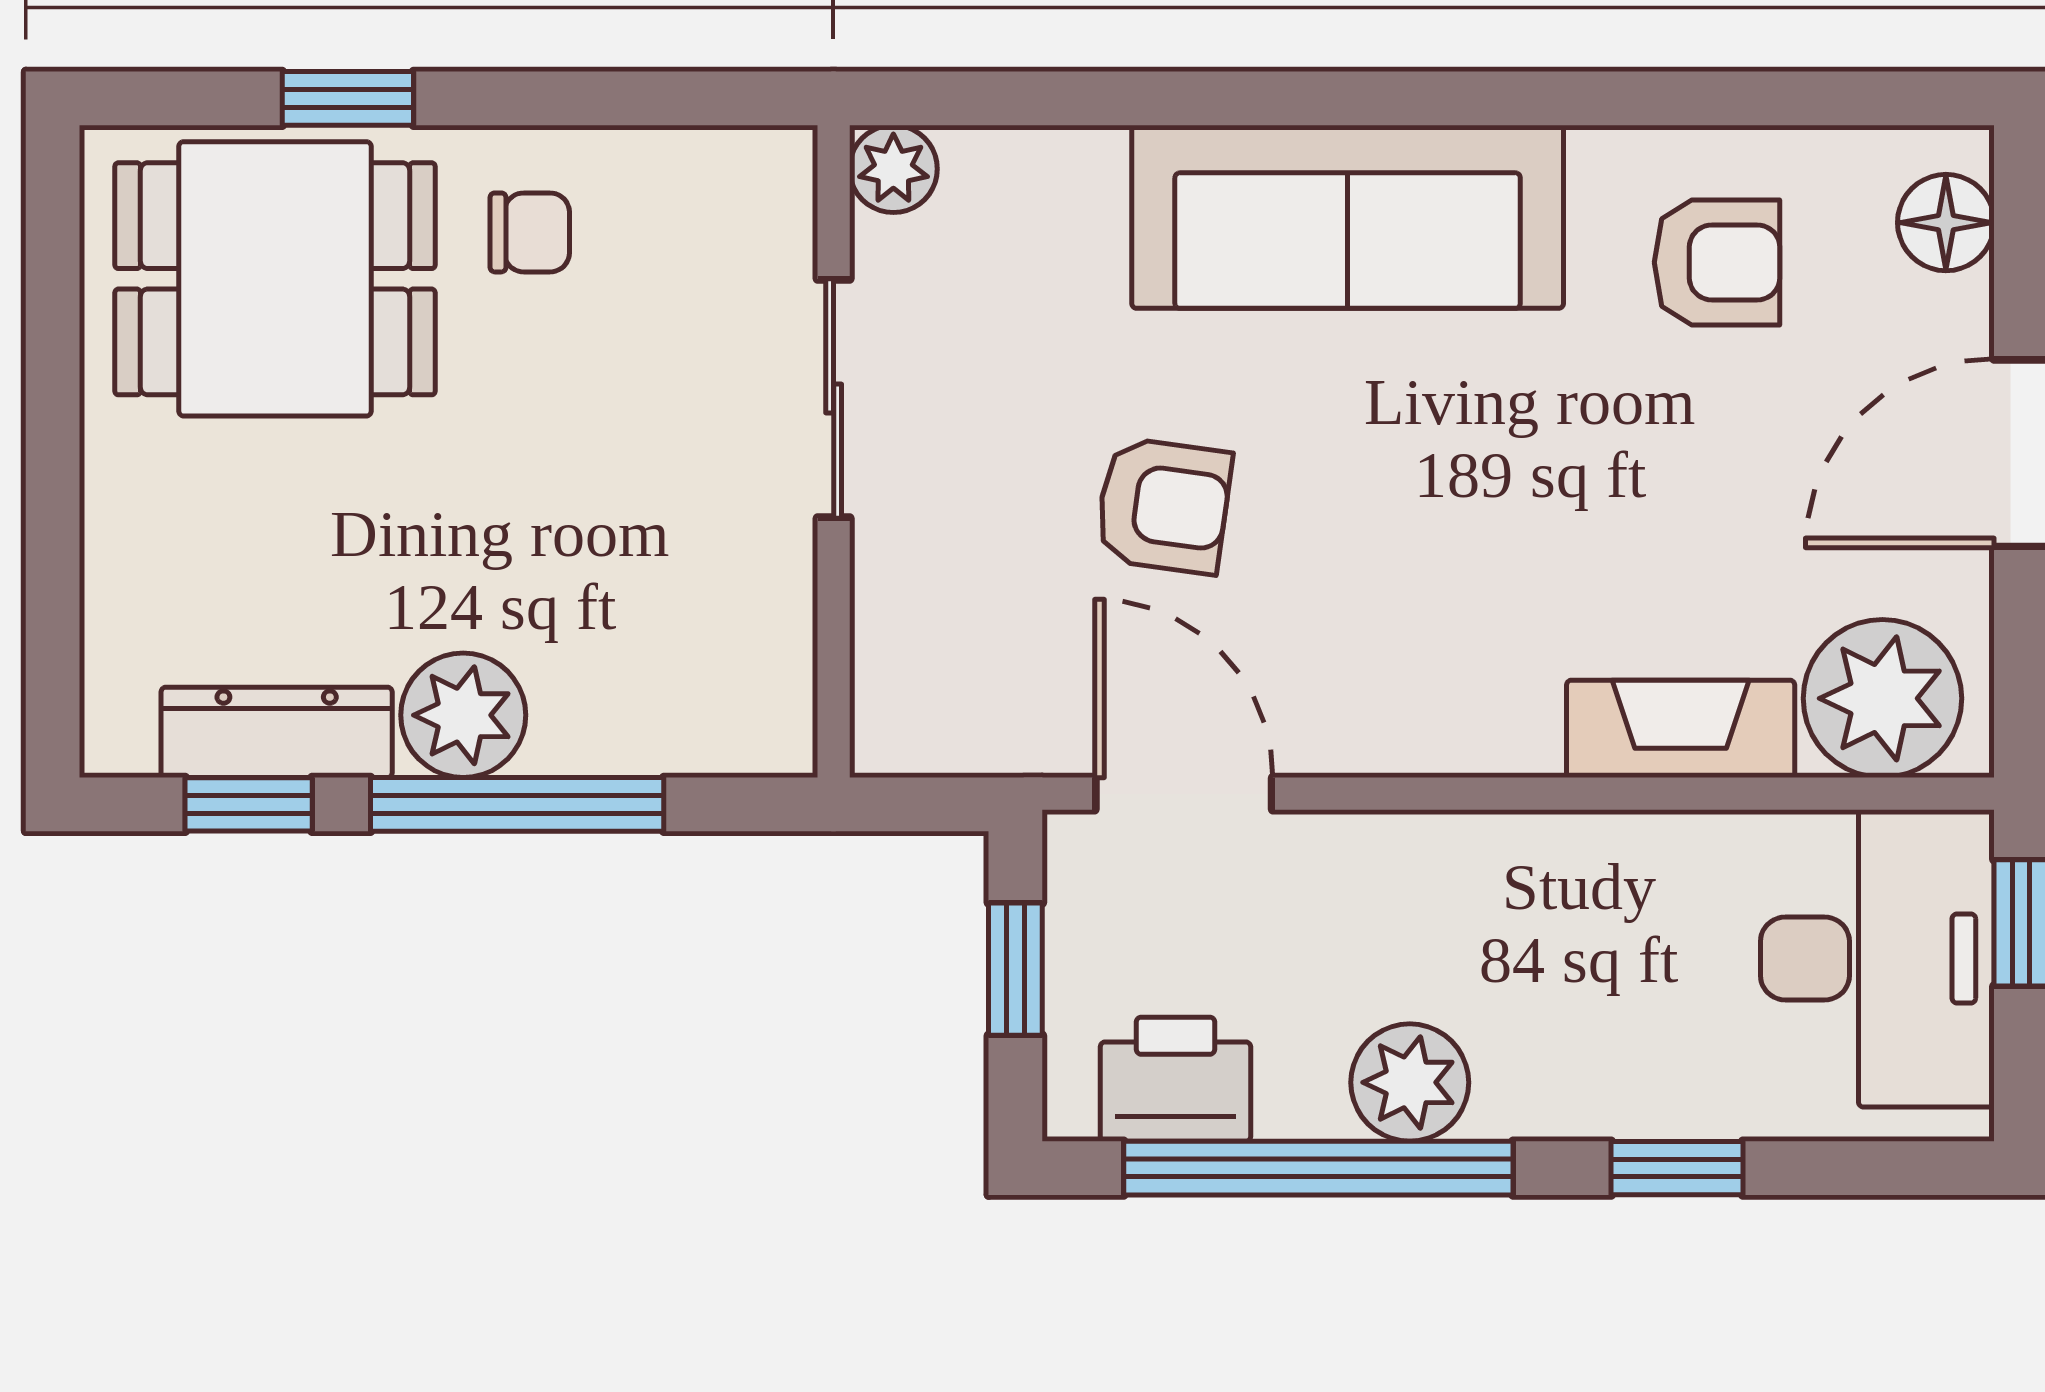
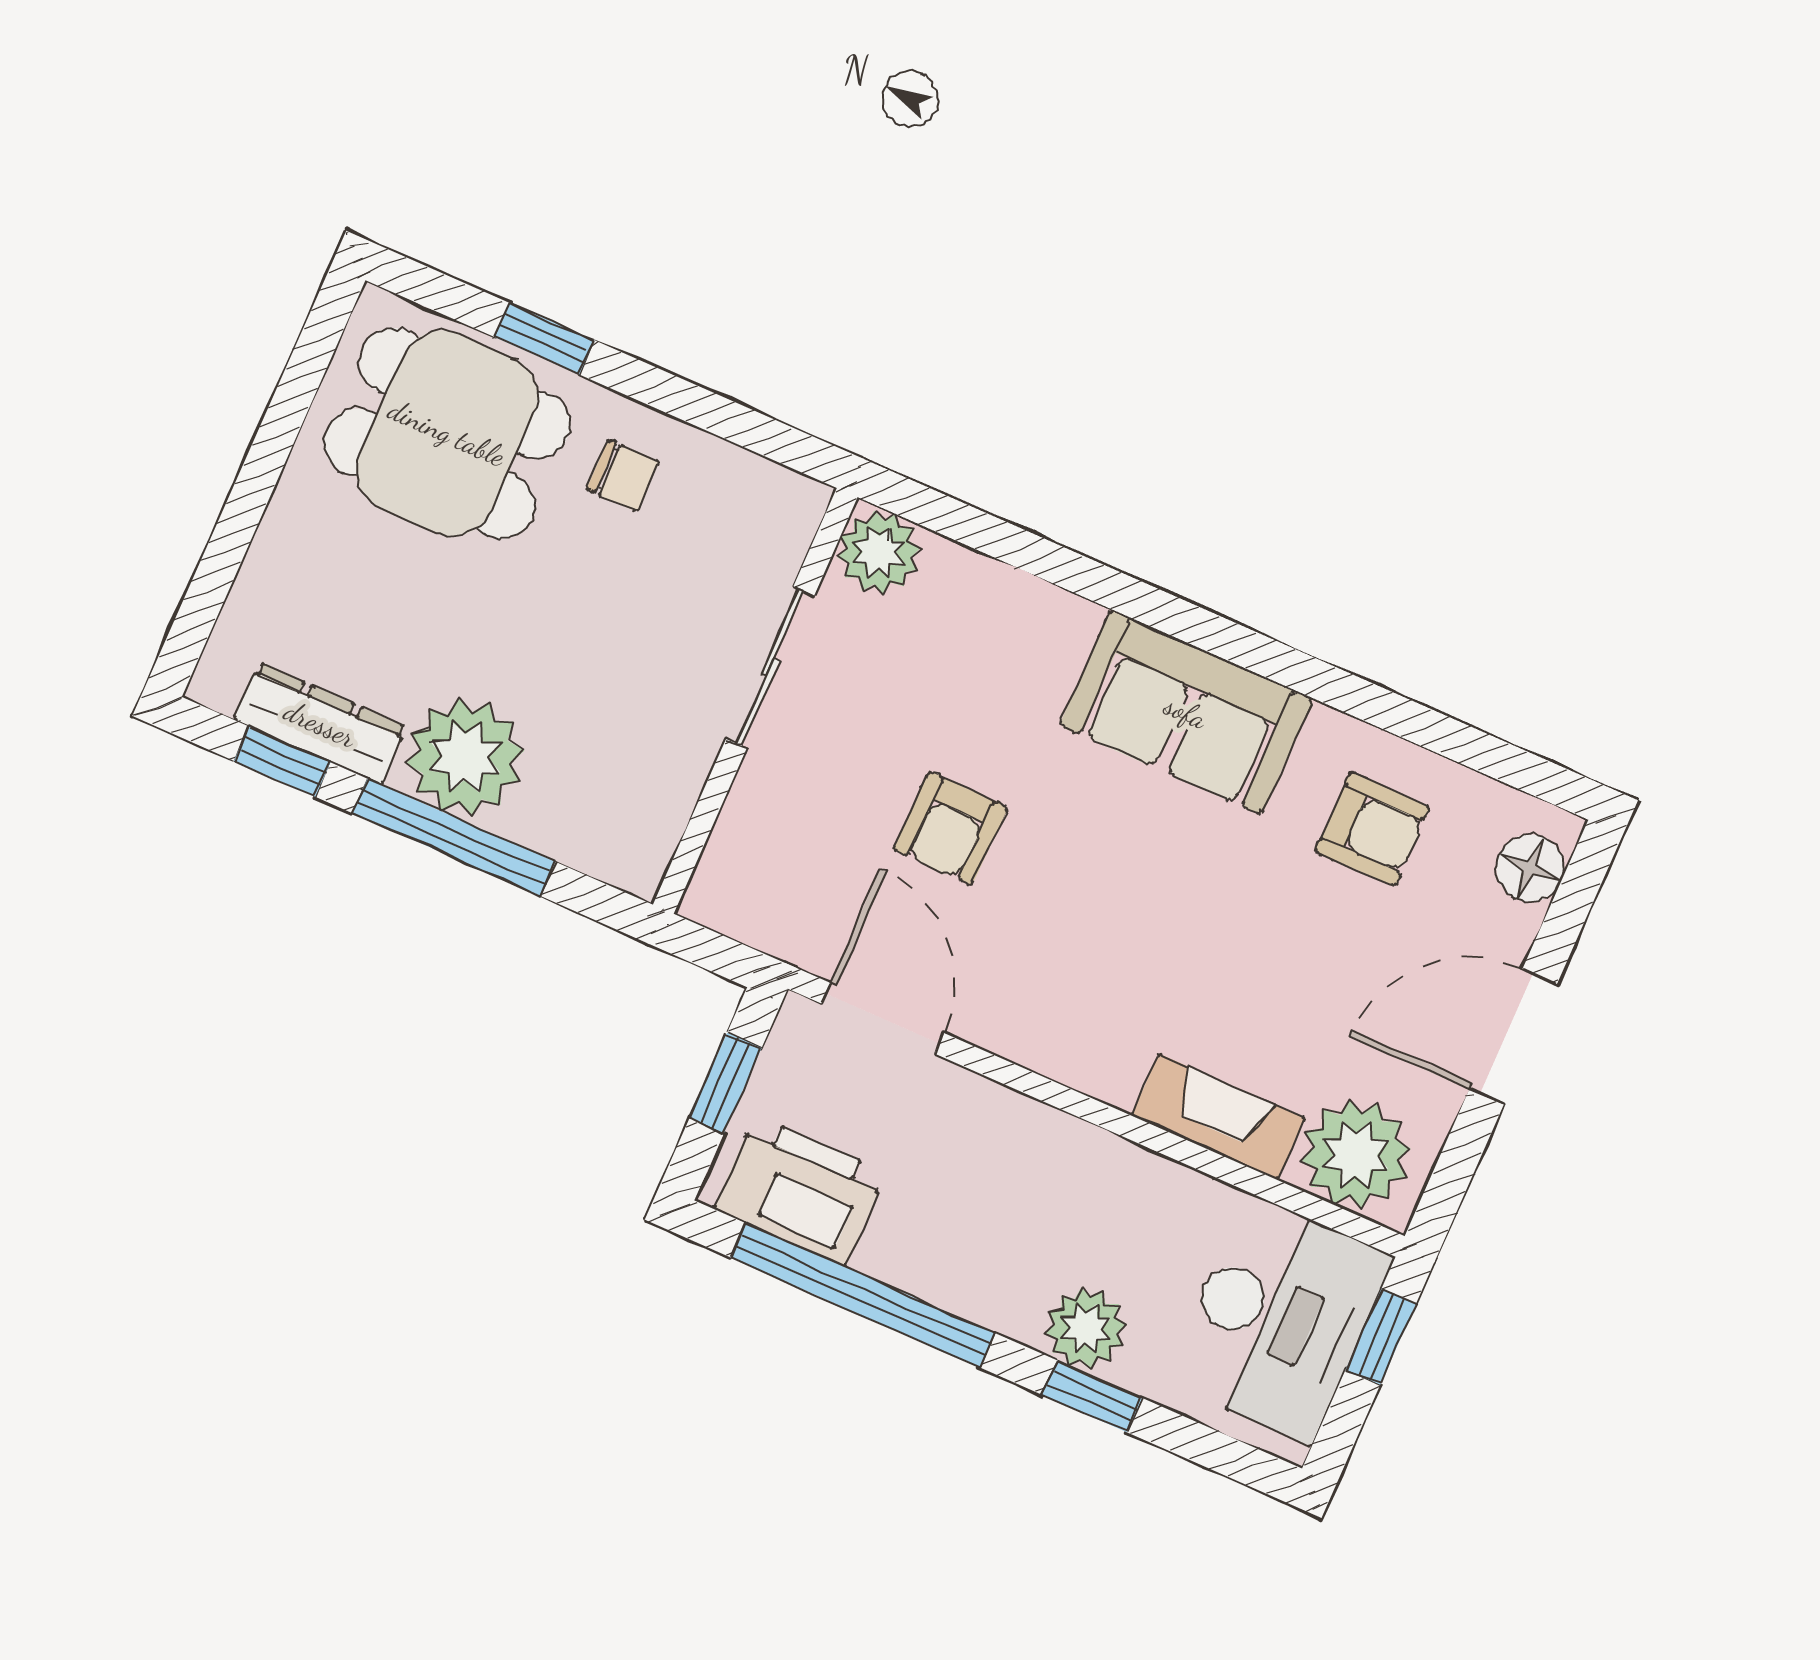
plant: (893, 169) -> (879, 552), width x1.38, depth x1.38
sofa: (1348, 217) -> (1186, 712), width x0.73
armchair: (1163, 506) -> (951, 829), turned 83
plant: (463, 715) -> (465, 757), width x1.36, depth x1.36
printer: (1175, 1079) -> (800, 1191), width x1.37, depth x1.19
plant: (1410, 1082) -> (1086, 1328), moved

